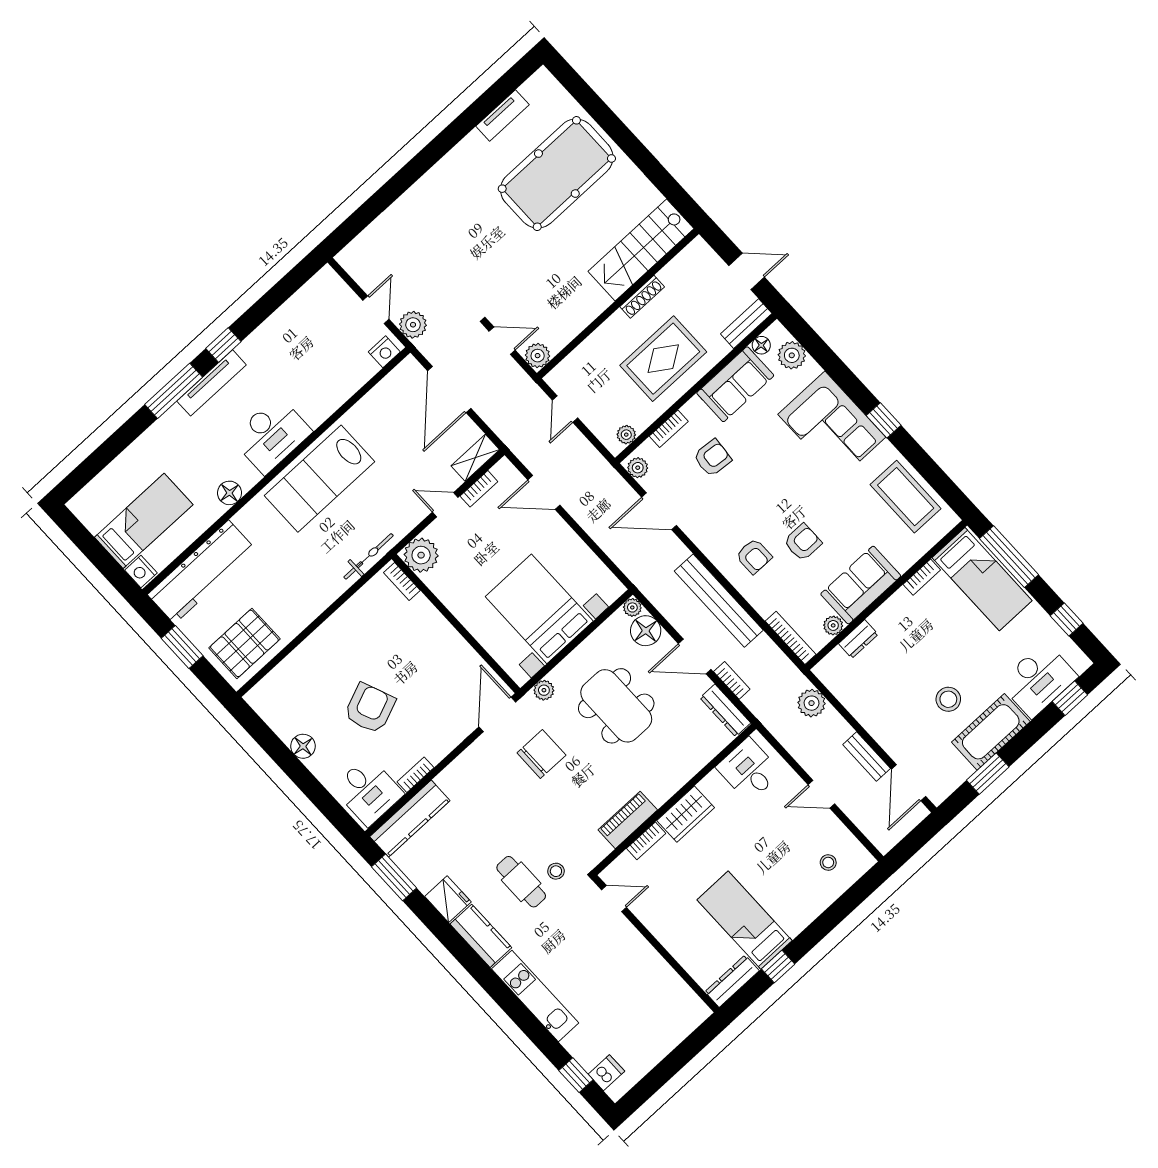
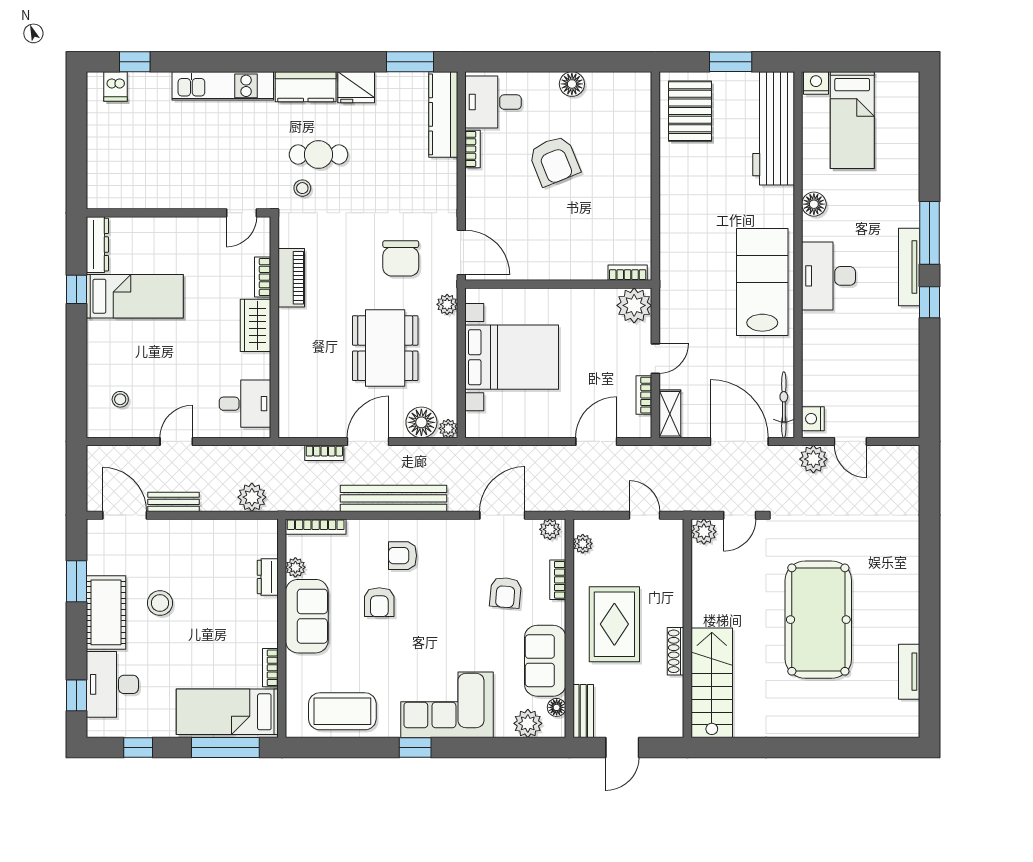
pool table: (557, 174) -> (818, 620), moved
bicycle: (369, 556) -> (784, 405), moved, turned 180
dining table: (616, 706) -> (385, 348), turned 90
dresser: (725, 710) -> (306, 427), removed

